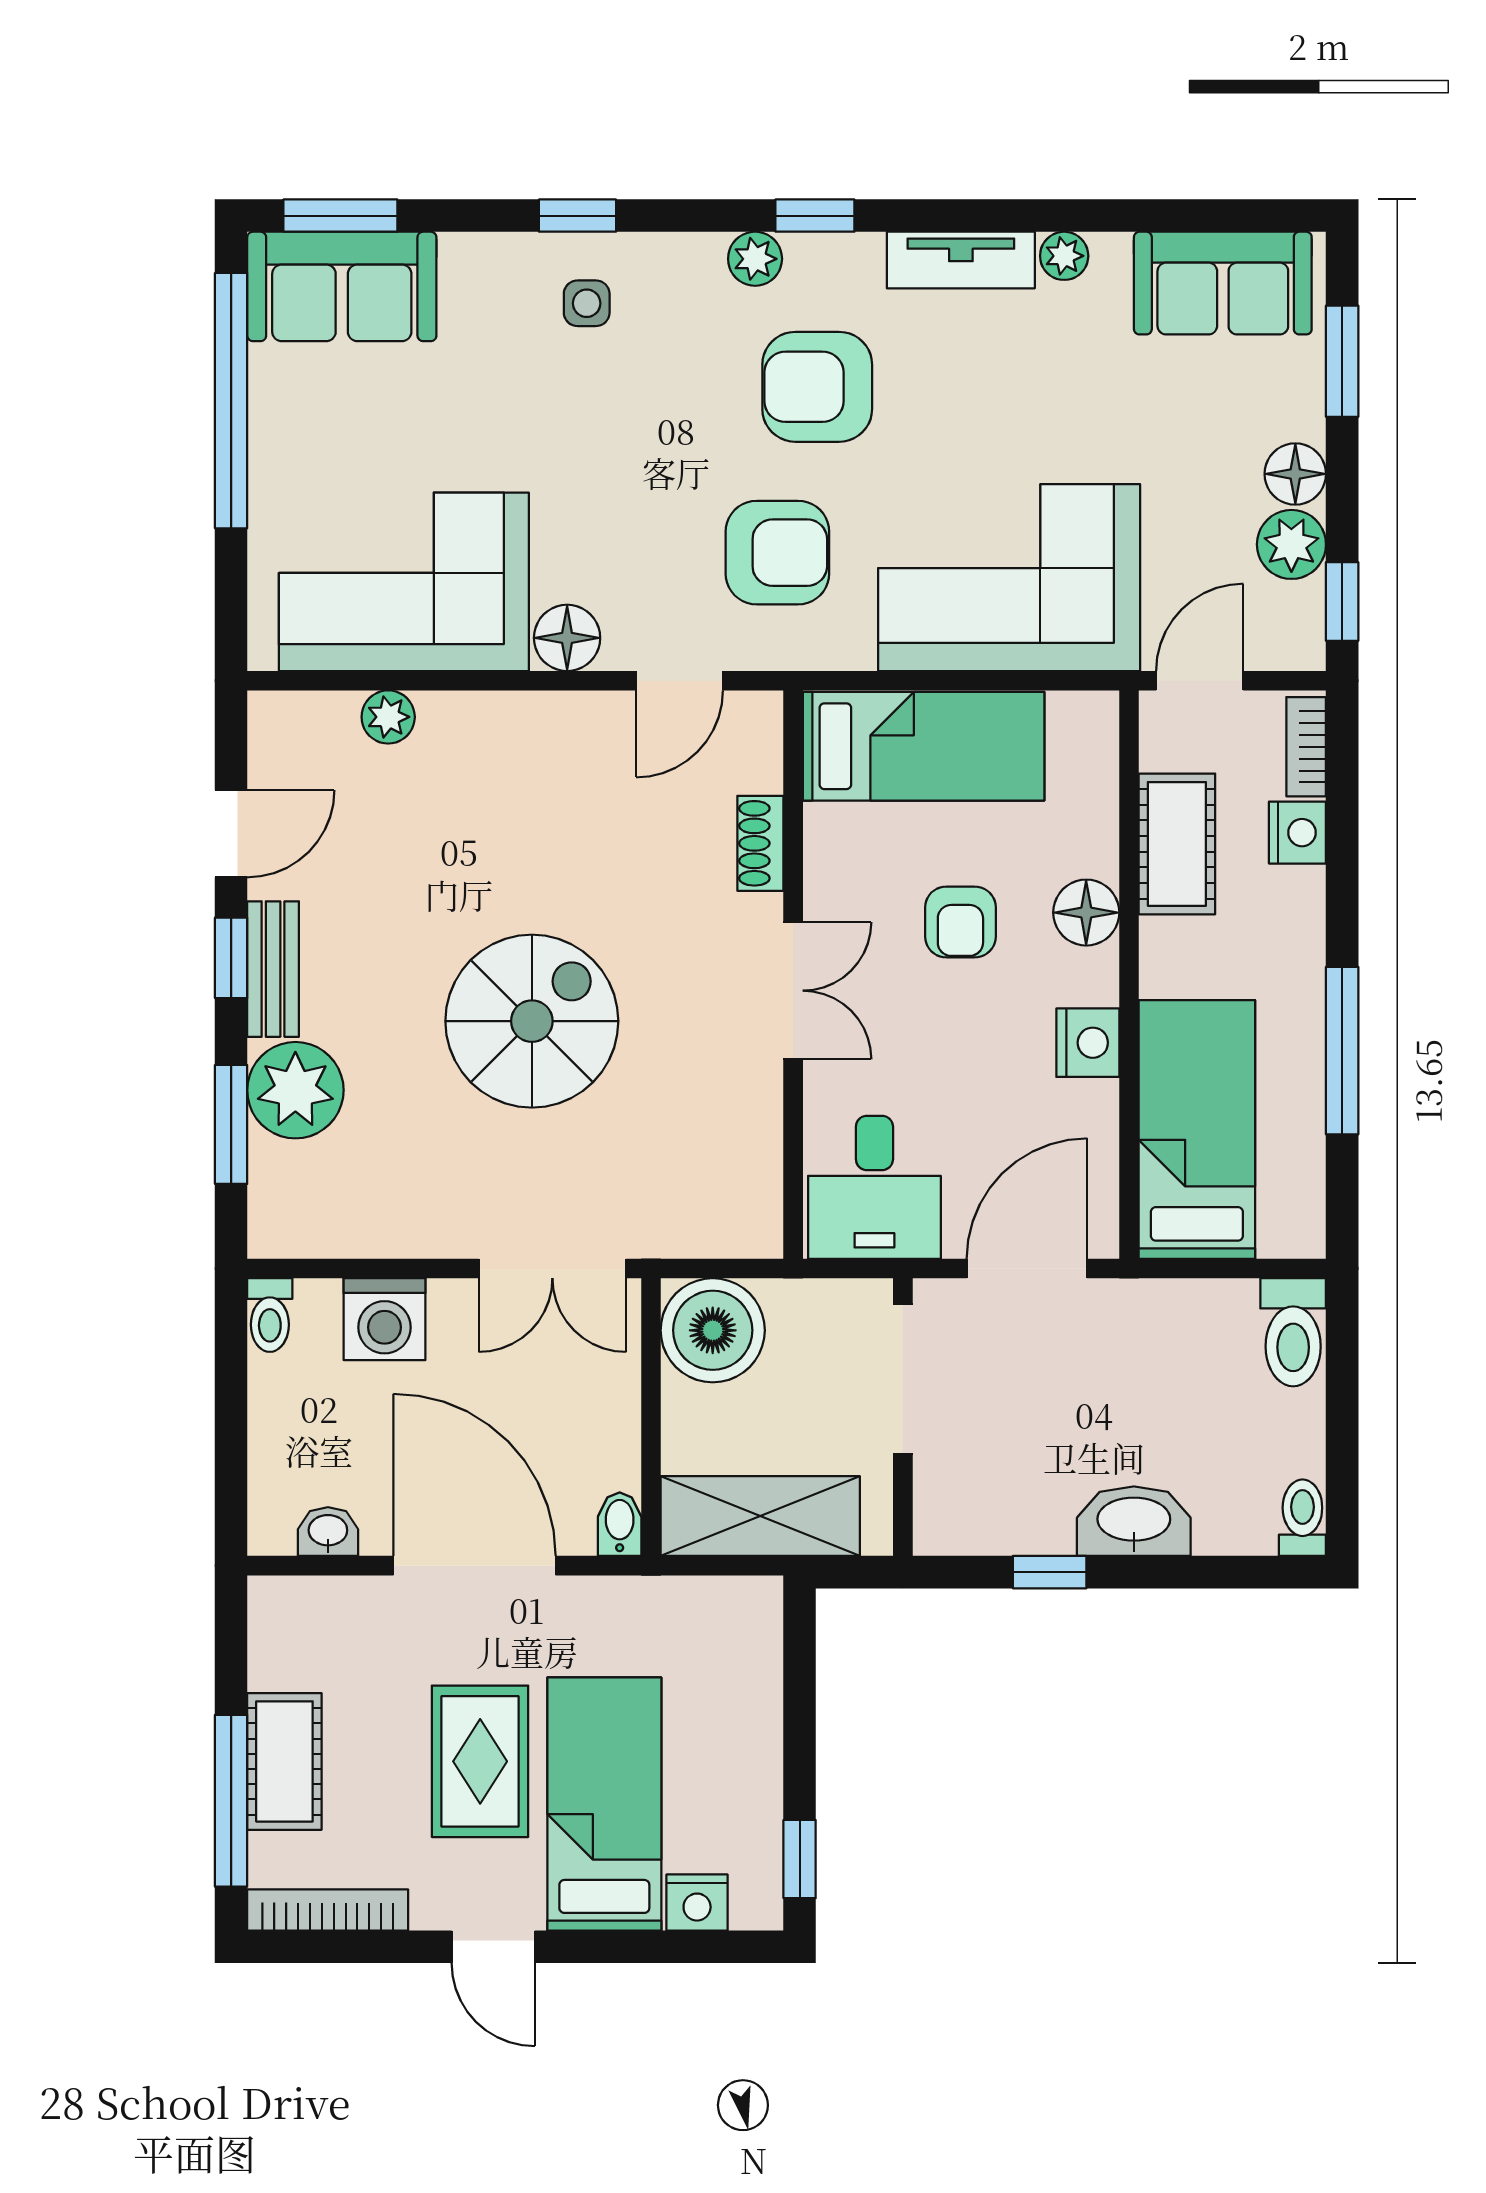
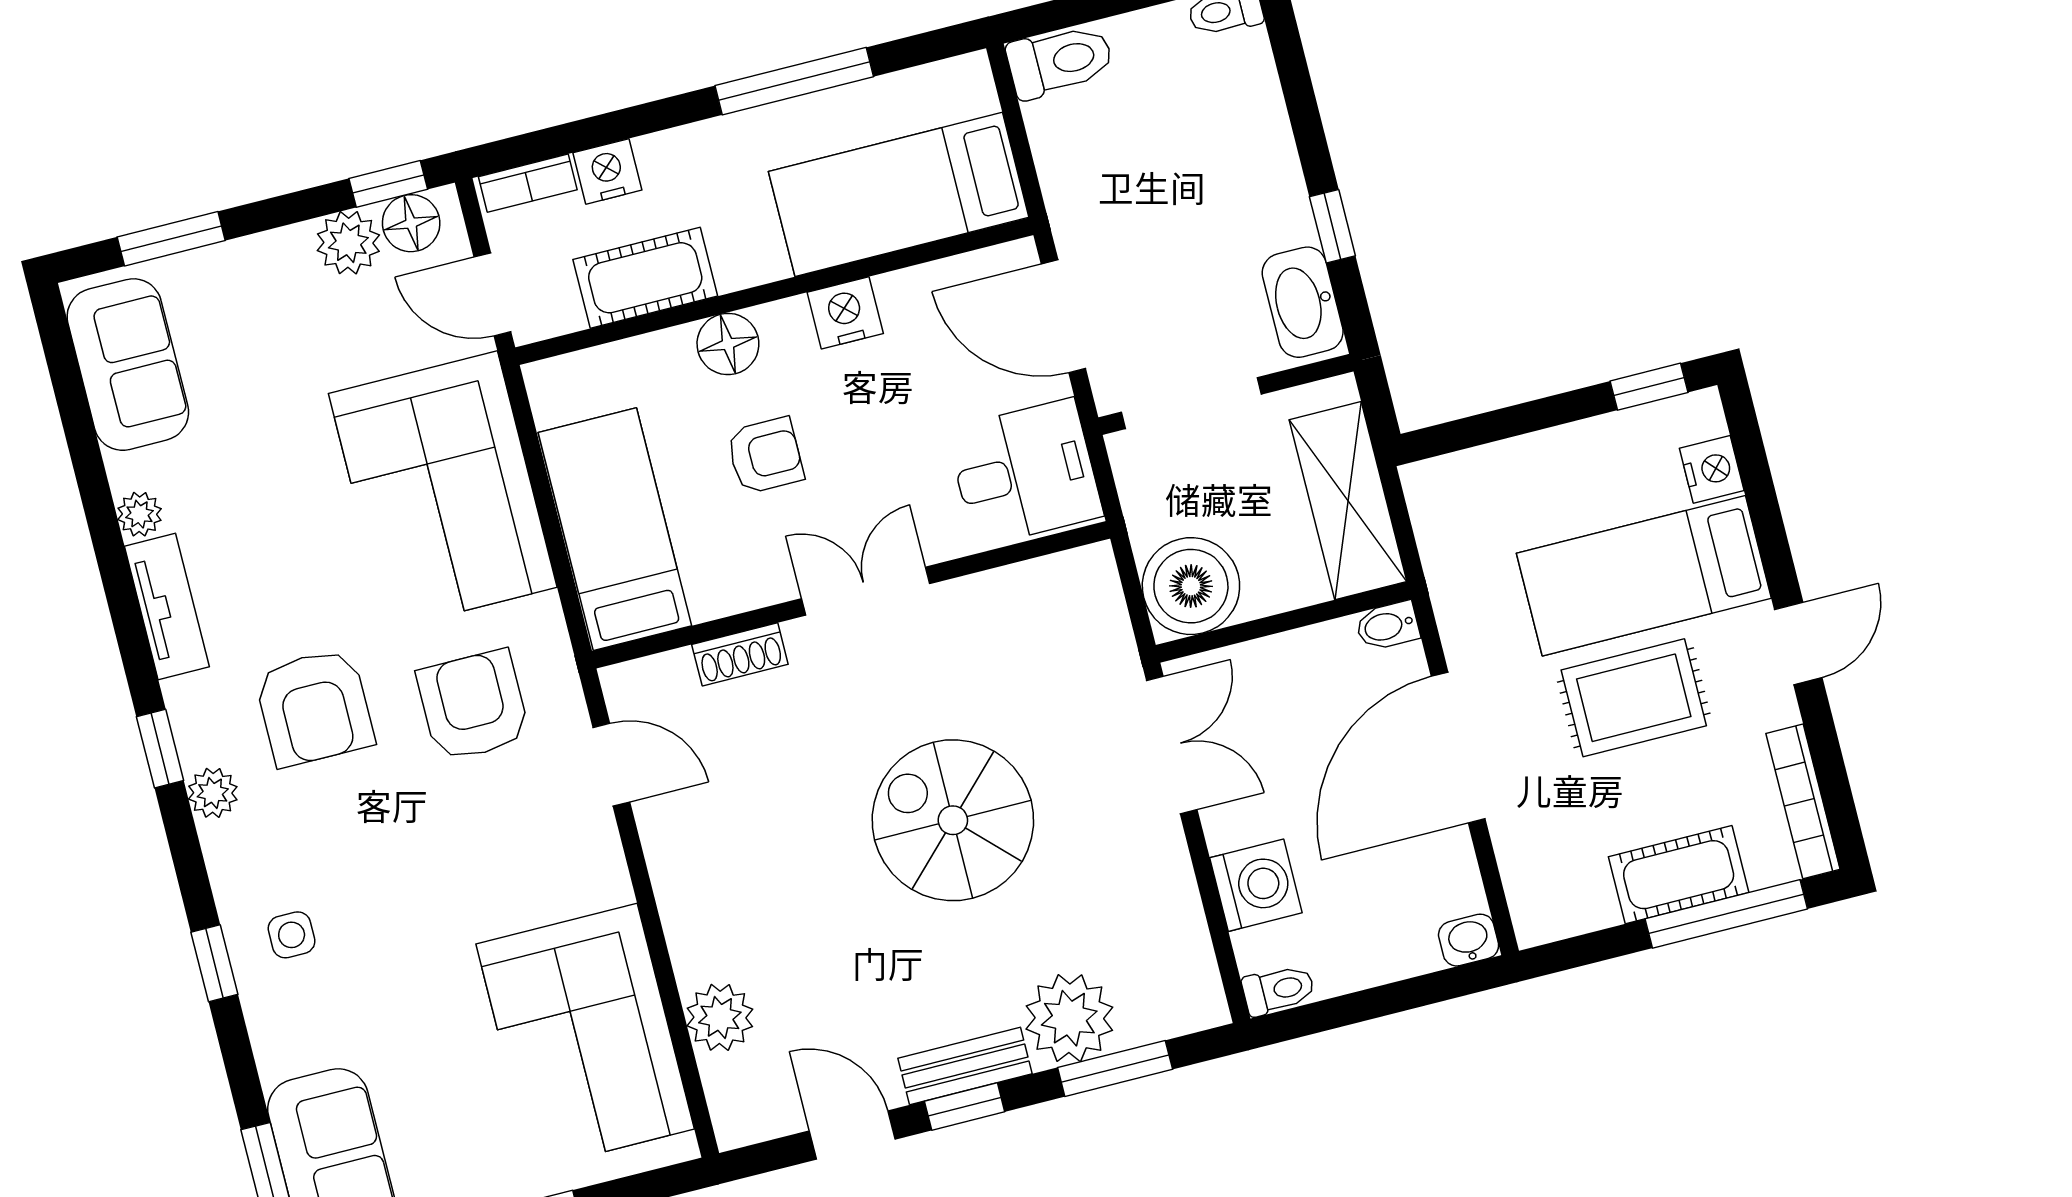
floor lamp: (1295, 474) -> (411, 223), moved
floor lamp: (567, 638) -> (598, 876), removed
plant: (388, 717) -> (720, 1017), width x1.38, depth x1.38
washbasin: (1134, 1521) -> (1303, 302), moved
washbasin: (328, 1532) -> (1469, 940), moved, turned 90

